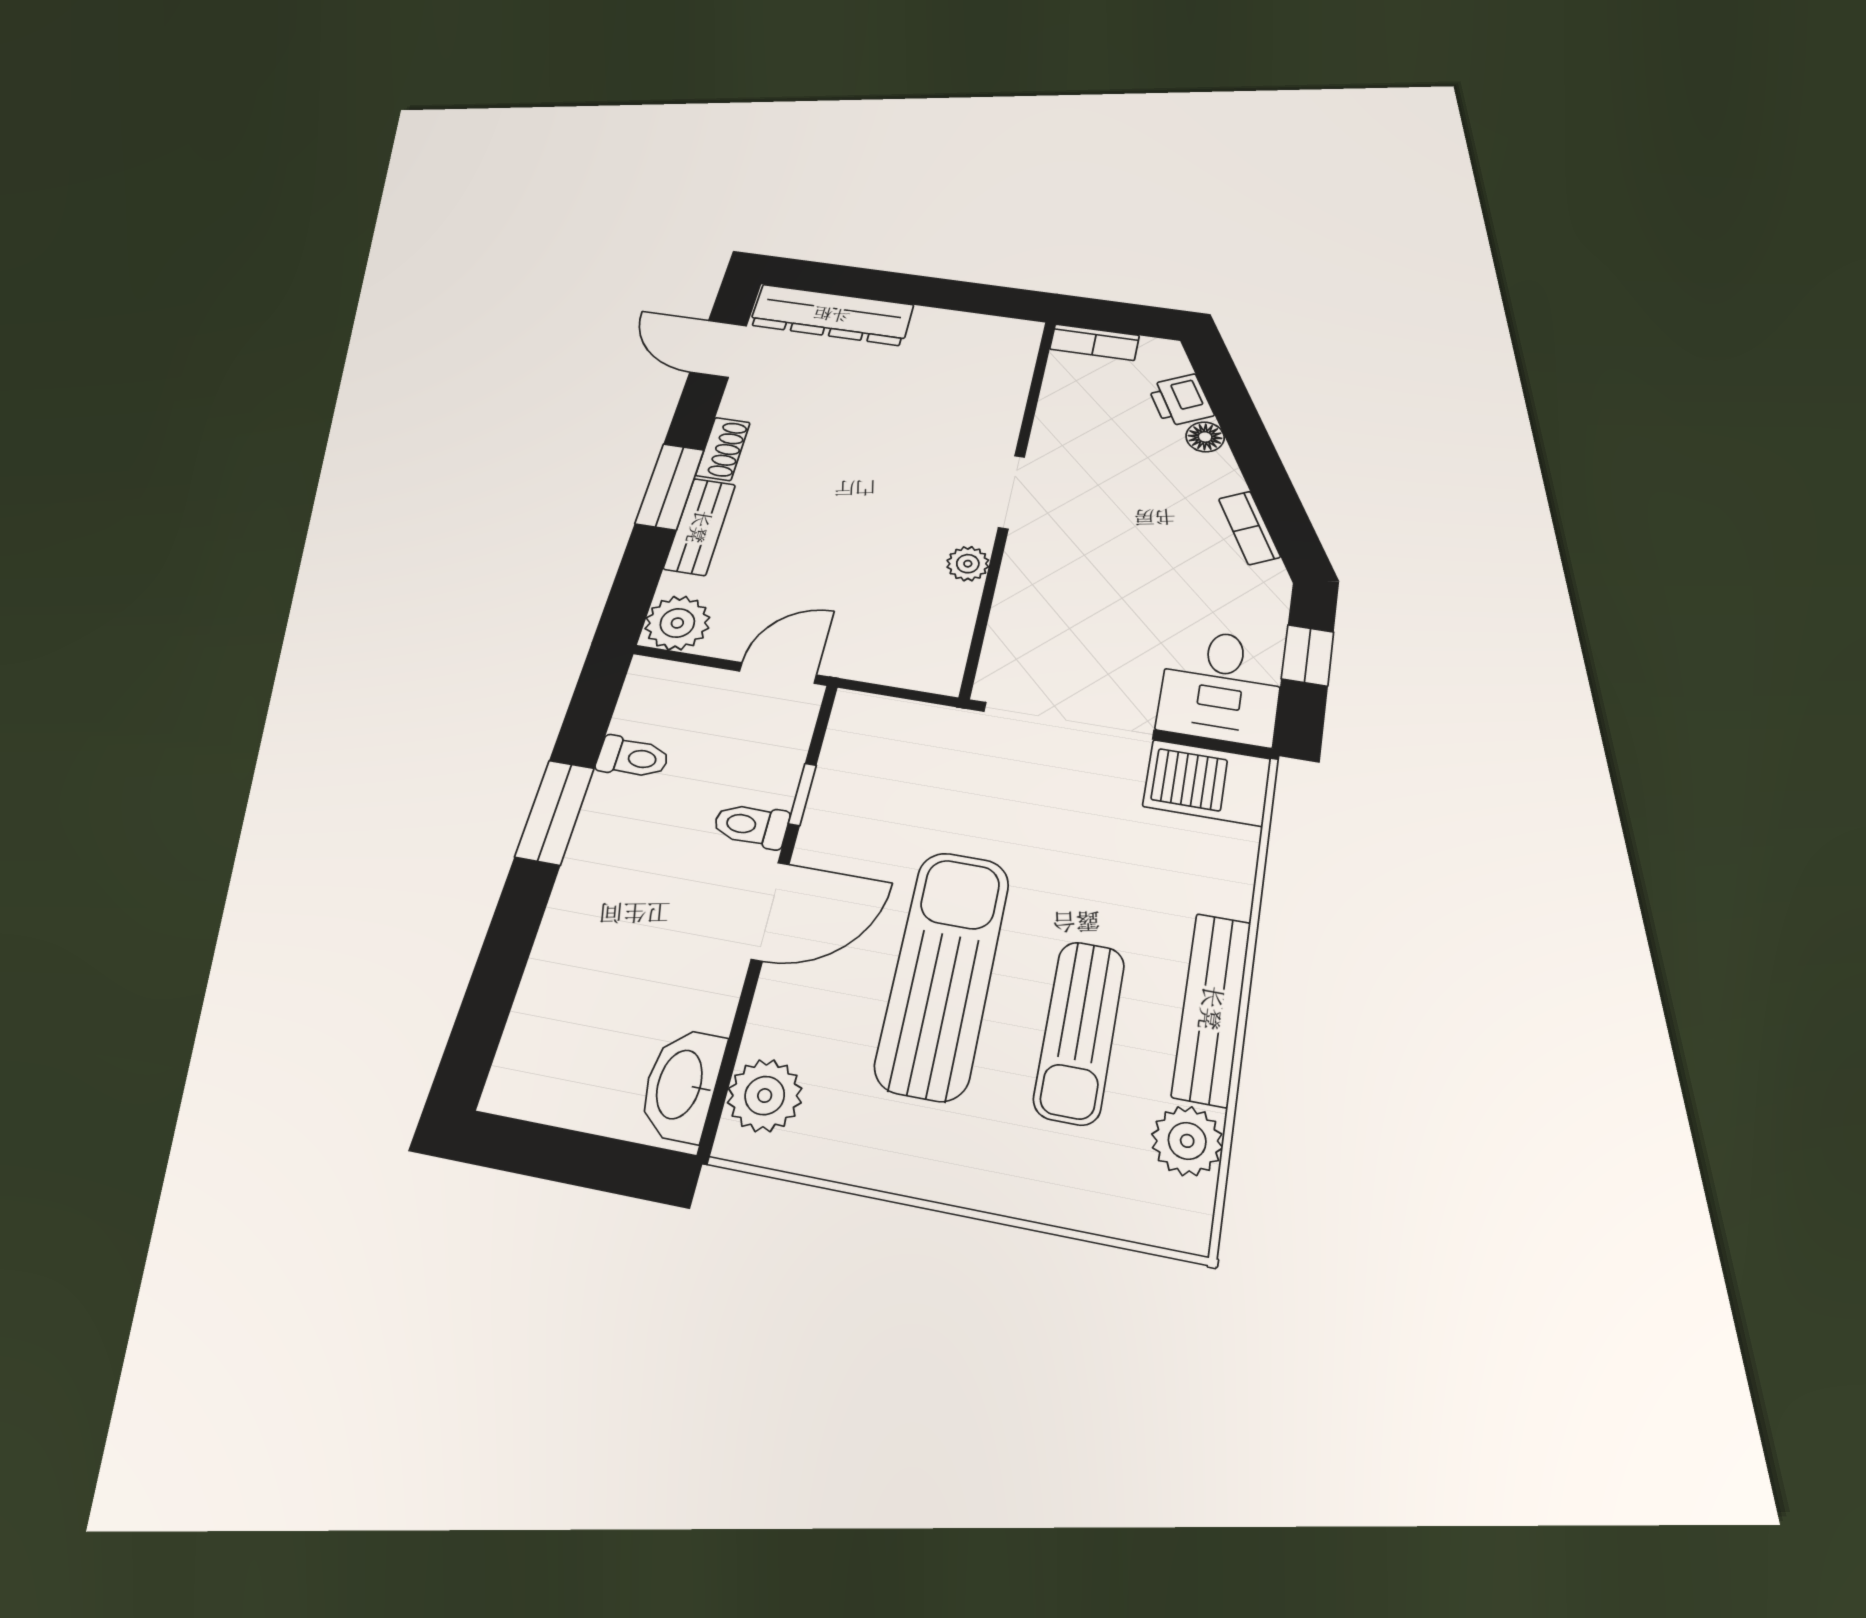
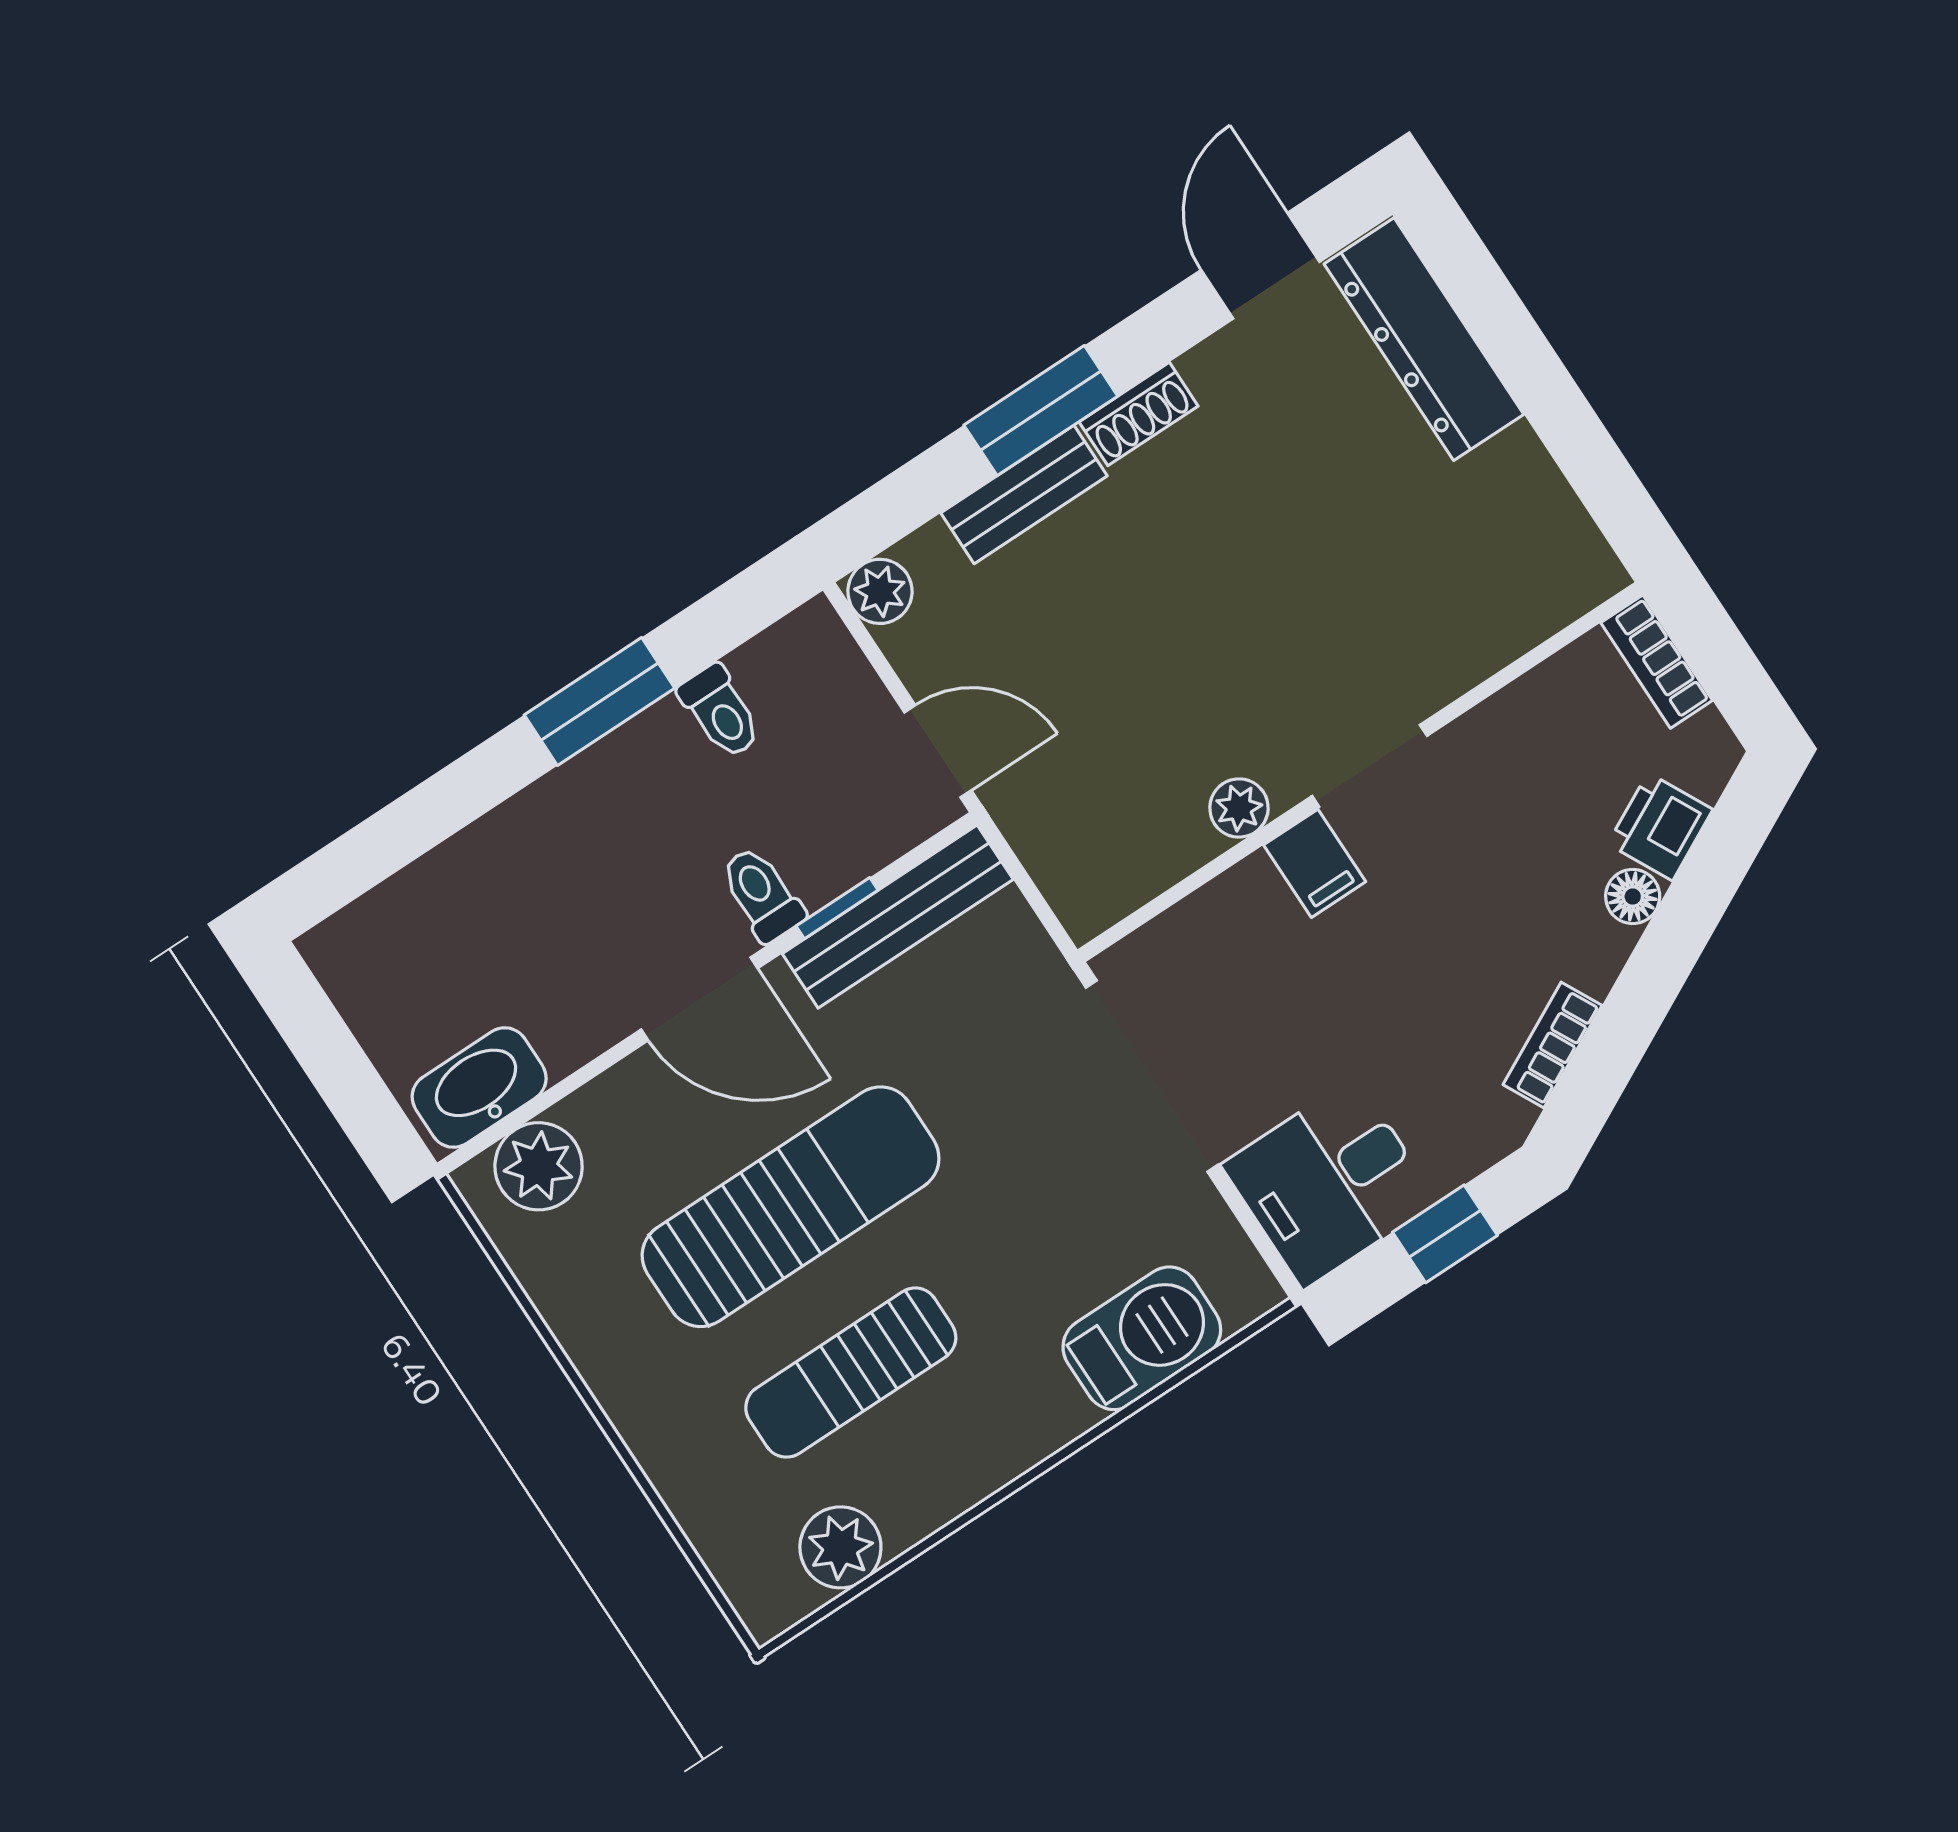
filing cabinet: (1035, 554) -> (1315, 863), added
plant: (677, 623) -> (880, 591), width x0.73, depth x0.73
barbecue: (1207, 783) -> (1142, 1338), moved, turned 90
bench: (1212, 1008) -> (898, 916), moved

